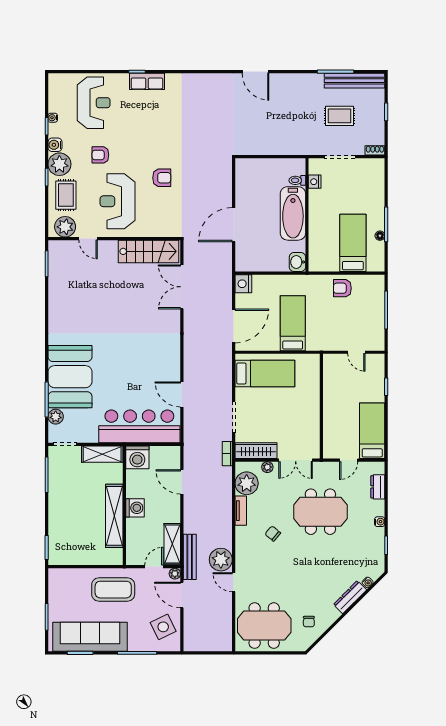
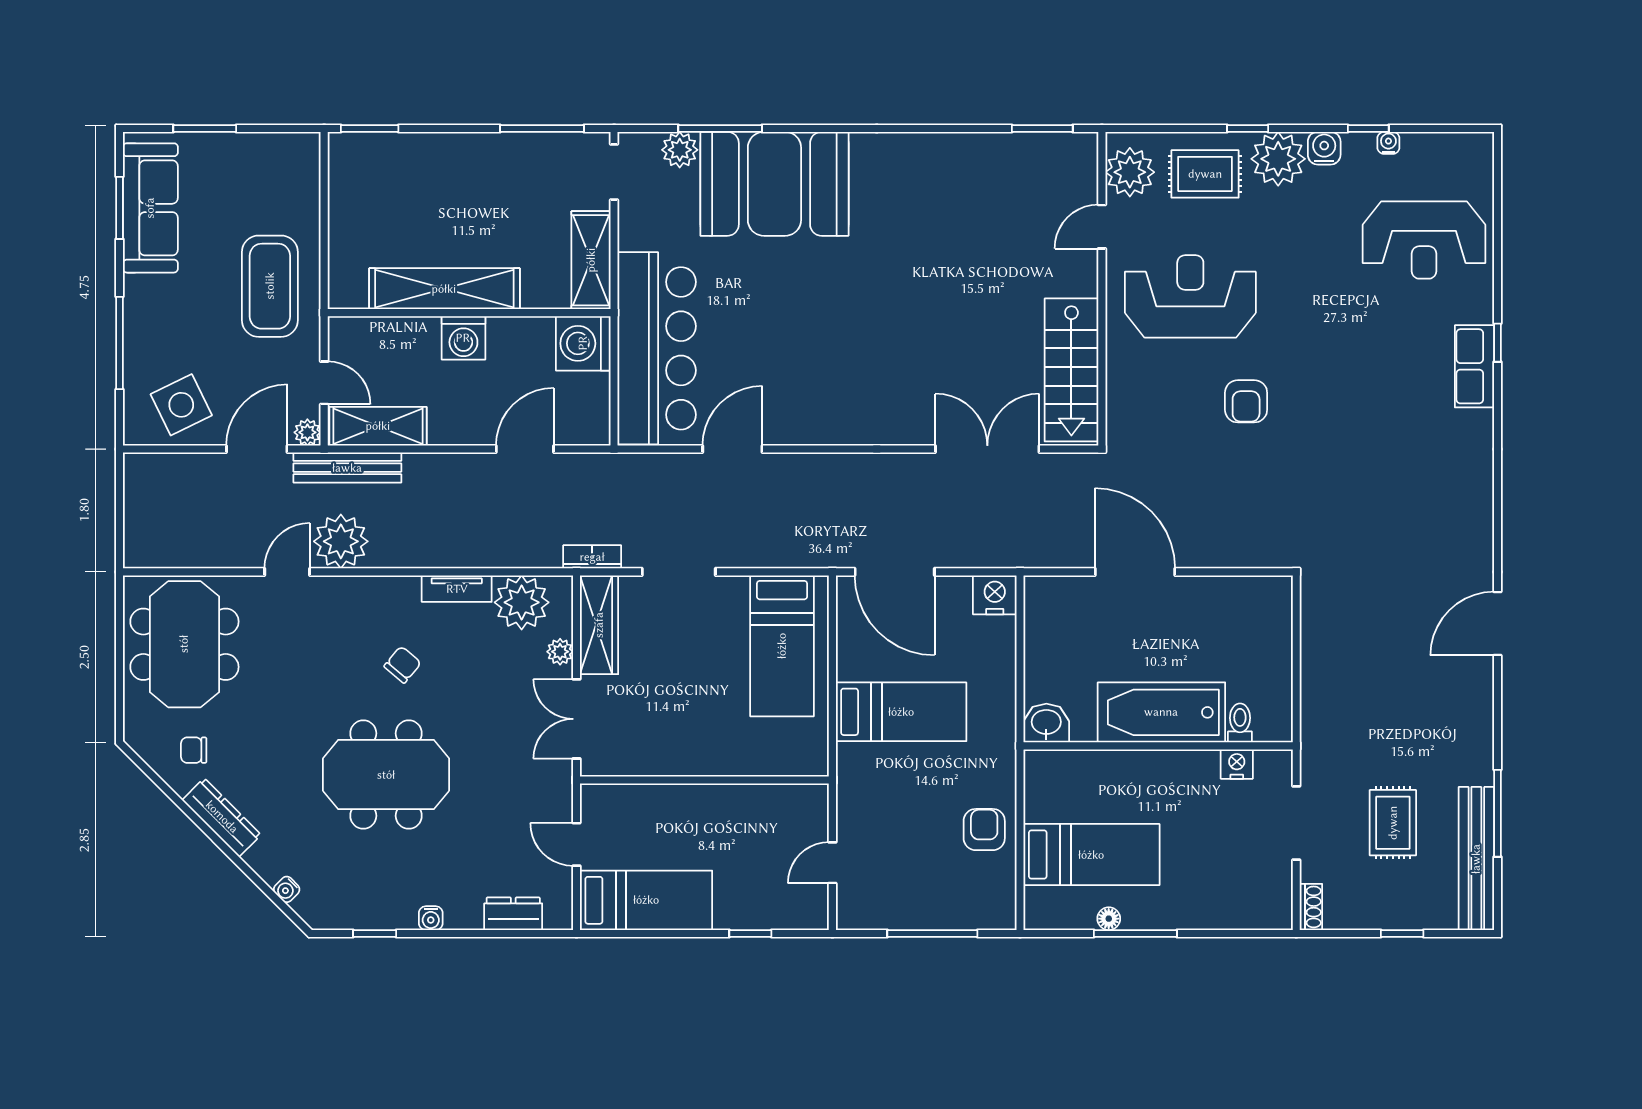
armchair: (100, 155) -> (1300, 256), removed
meeting table: (320, 512) -> (386, 775), moved, turned 90
dresser: (350, 597) -> (222, 817), moved
sofa: (90, 637) -> (150, 208), width x0.74, depth x0.79

